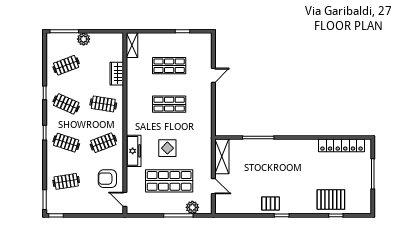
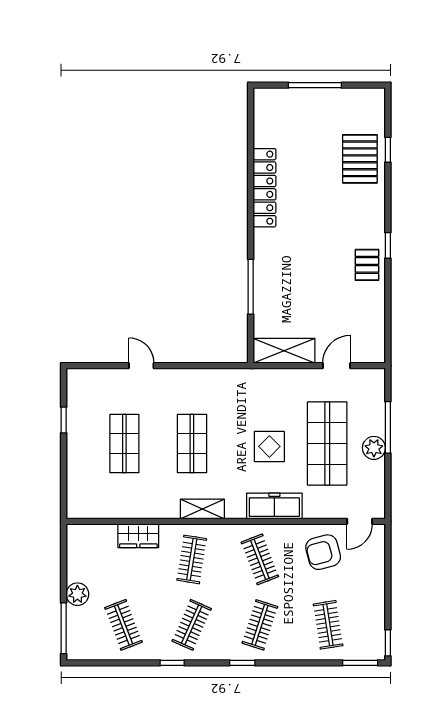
shelving: (132, 45) -> (202, 509), moved
locker: (341, 145) -> (265, 188), moved
armchair: (107, 179) -> (323, 552), turned 75
plant: (192, 207) -> (374, 448), moved

